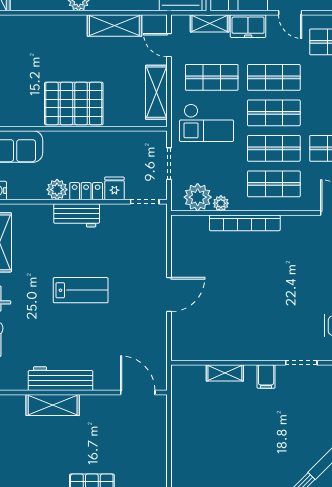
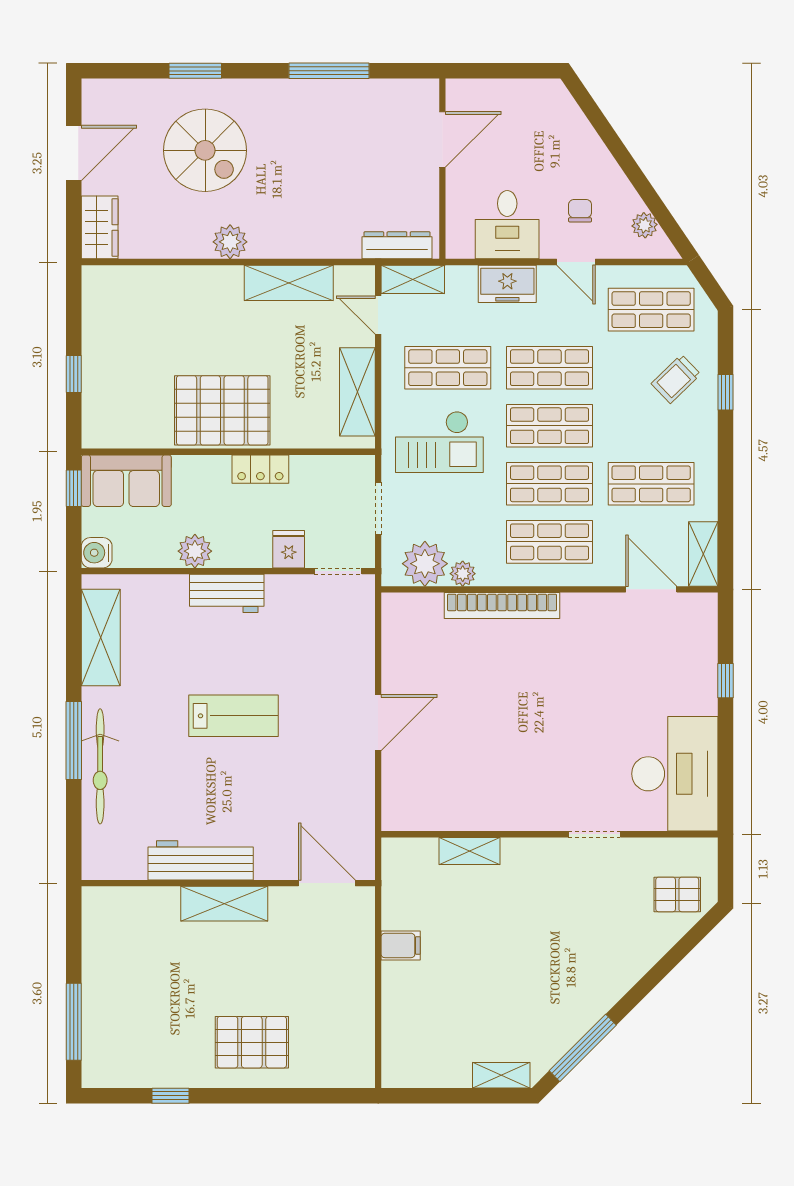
shelving: (210, 23) -> (413, 279), moved
locker: (86, 191) -> (260, 469), moved, turned 180
filing cabinet: (266, 376) -> (401, 945), moved, turned -90
shelving: (53, 405) -> (224, 904), moved

